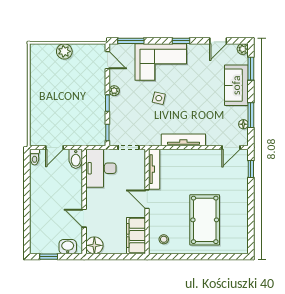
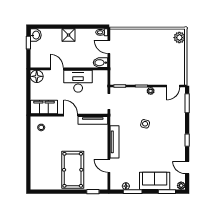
plant: (64, 51) -> (179, 38), moved
corner sofa: (161, 62) -> (172, 125), removed
door: (231, 147) -> (109, 166), moved
desk: (101, 168) -> (78, 81), moved
door: (147, 199) -> (71, 115), hinge flipped
shower: (38, 202) -> (69, 35), added
door: (84, 218) -> (57, 69), hinge flipped
pool table: (205, 220) -> (73, 170), moved, turned 90
washbasin: (68, 247) -> (36, 35), moved

